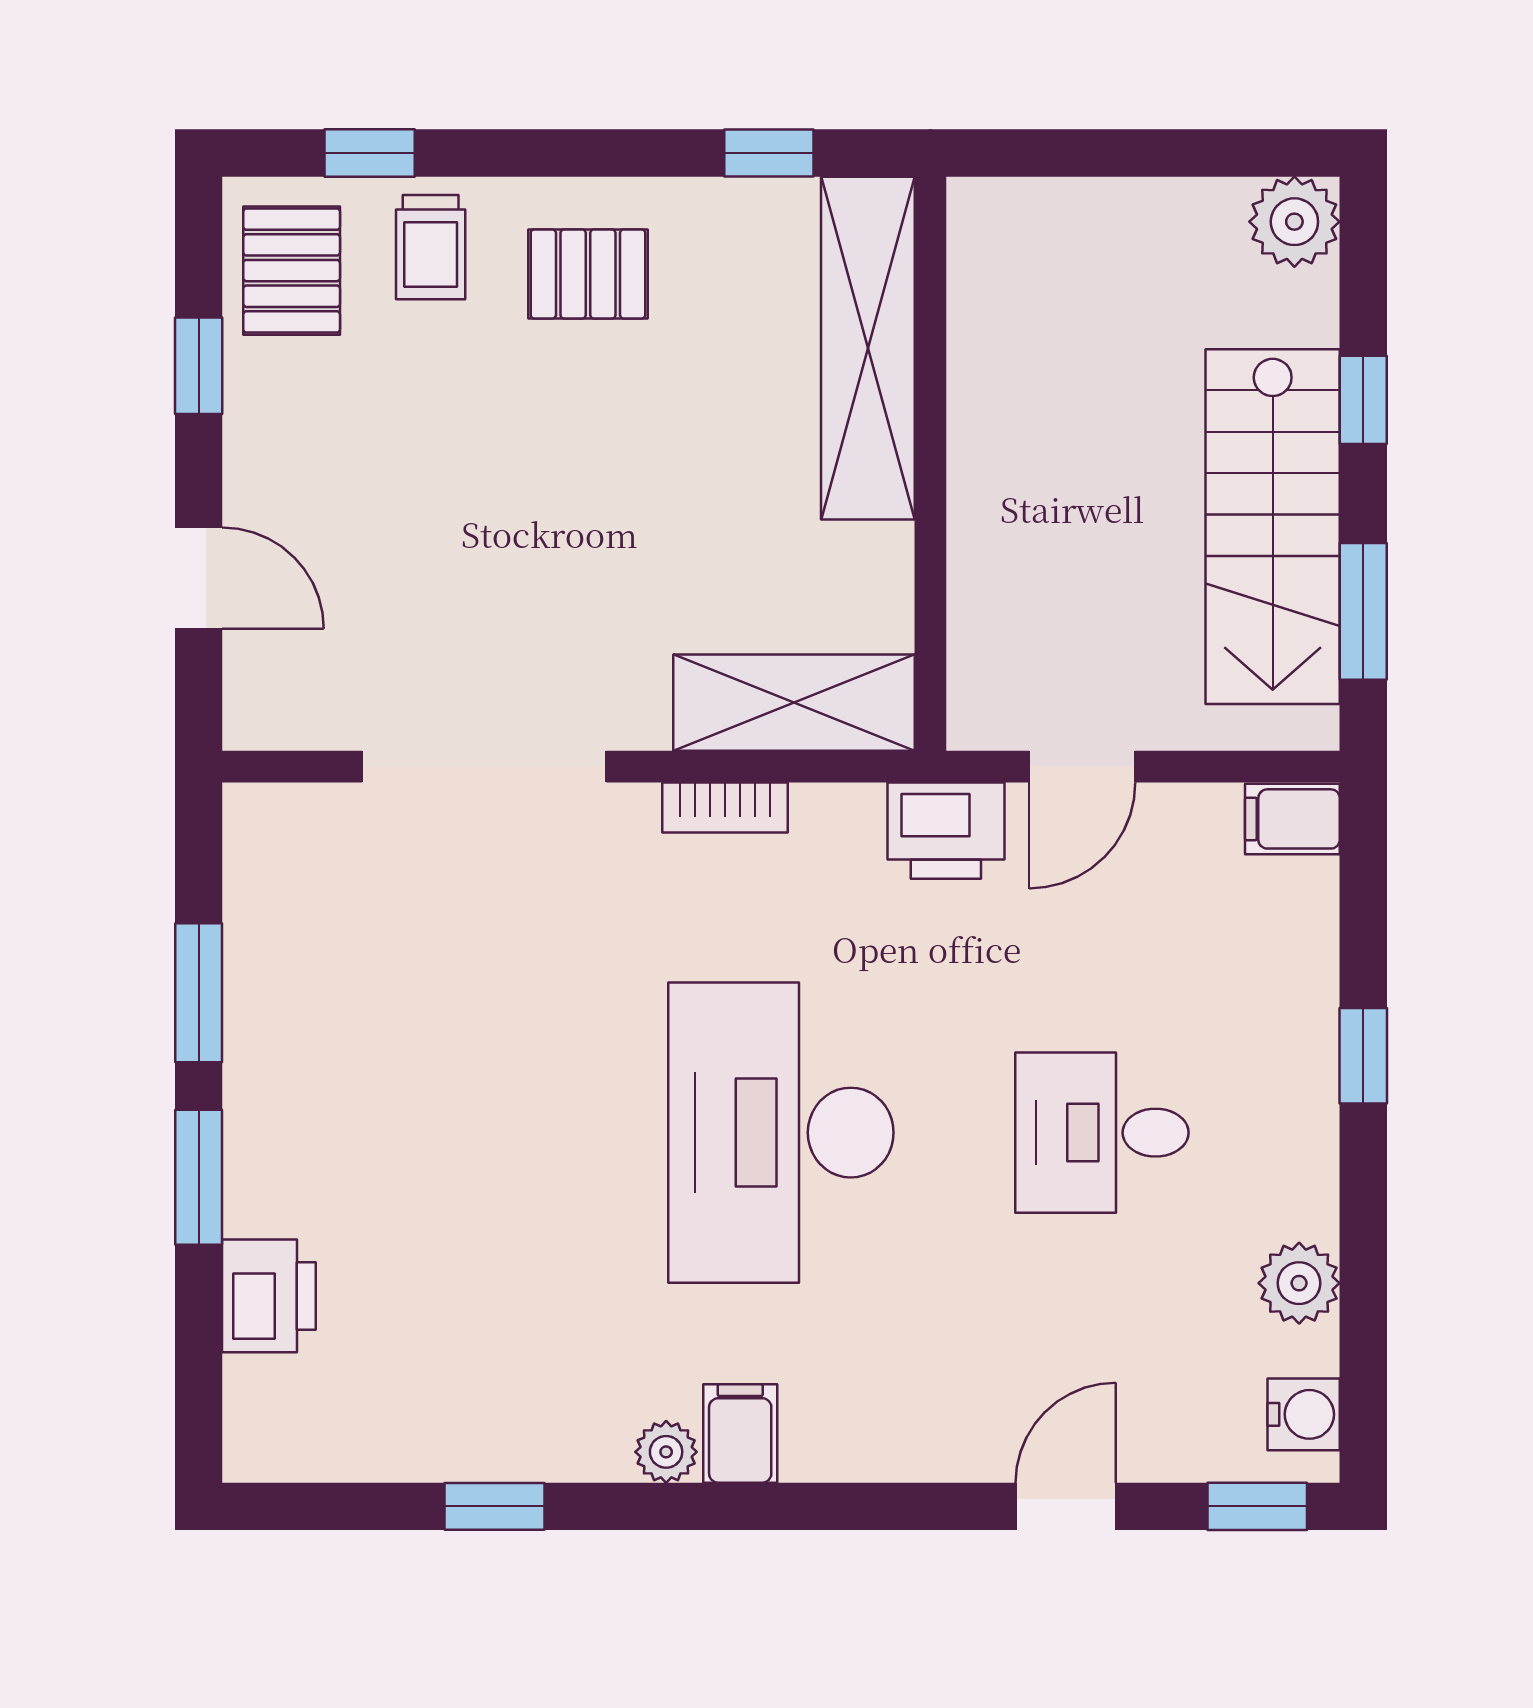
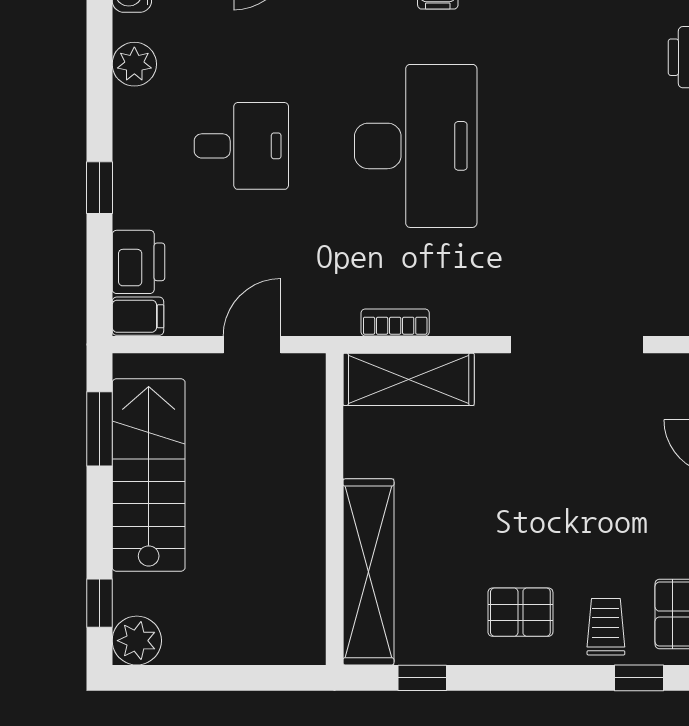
window: (1363, 400) -> (99, 603), moved
bookcase: (725, 807) -> (395, 322), moved
printer: (946, 831) -> (138, 262), moved, turned 90

